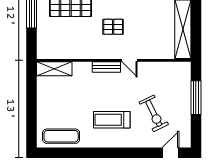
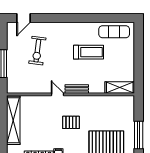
exercise bike: (154, 113) -> (37, 51), turned -147
treadmill: (112, 120) -> (89, 52), moved

